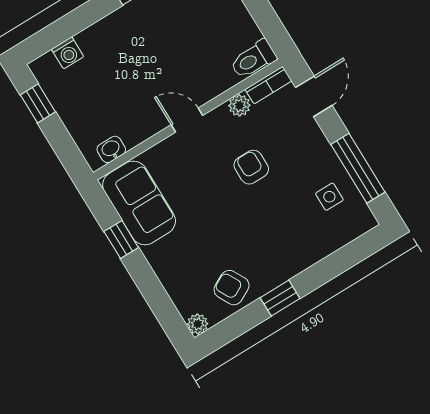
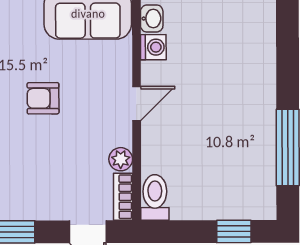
washing machine: (68, 53) -> (153, 47), moved, turned 180
armchair: (251, 167) -> (43, 98), moved, turned 180

